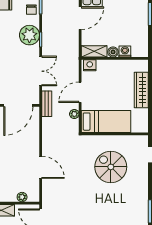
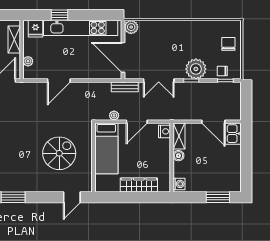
washing machine: (125, 51) -> (179, 184), moved
door: (80, 92) -> (137, 122), swing flipped

